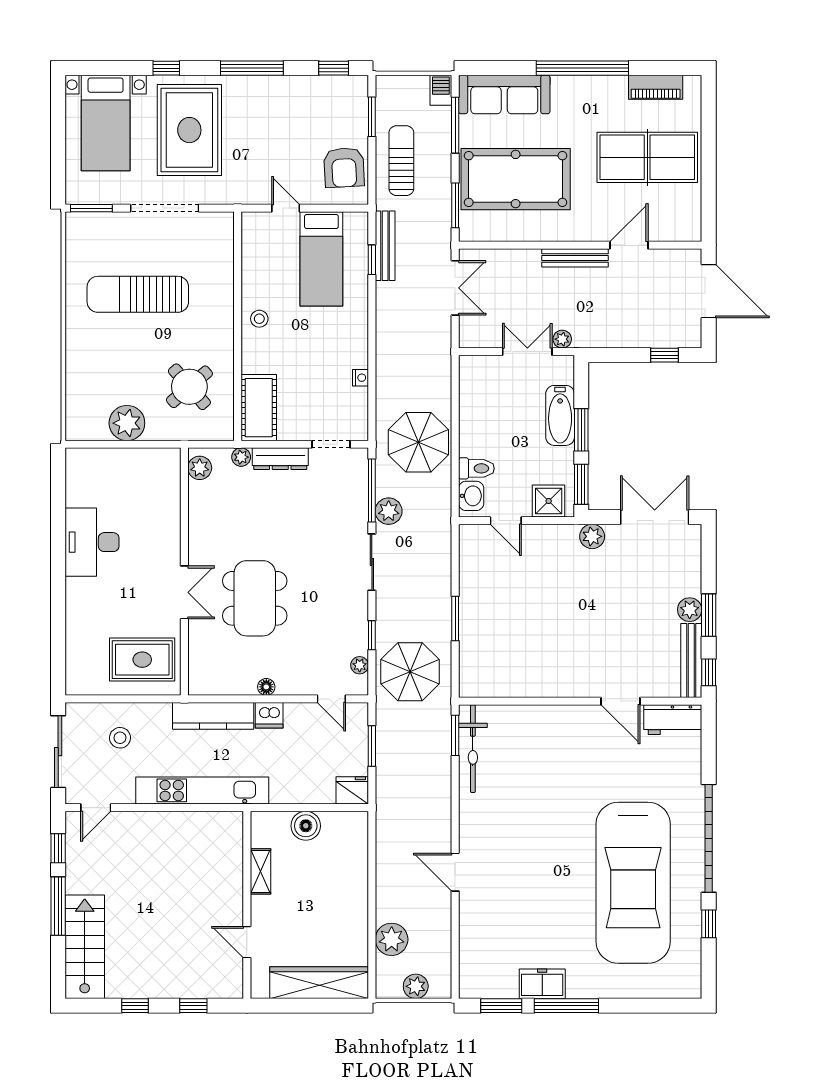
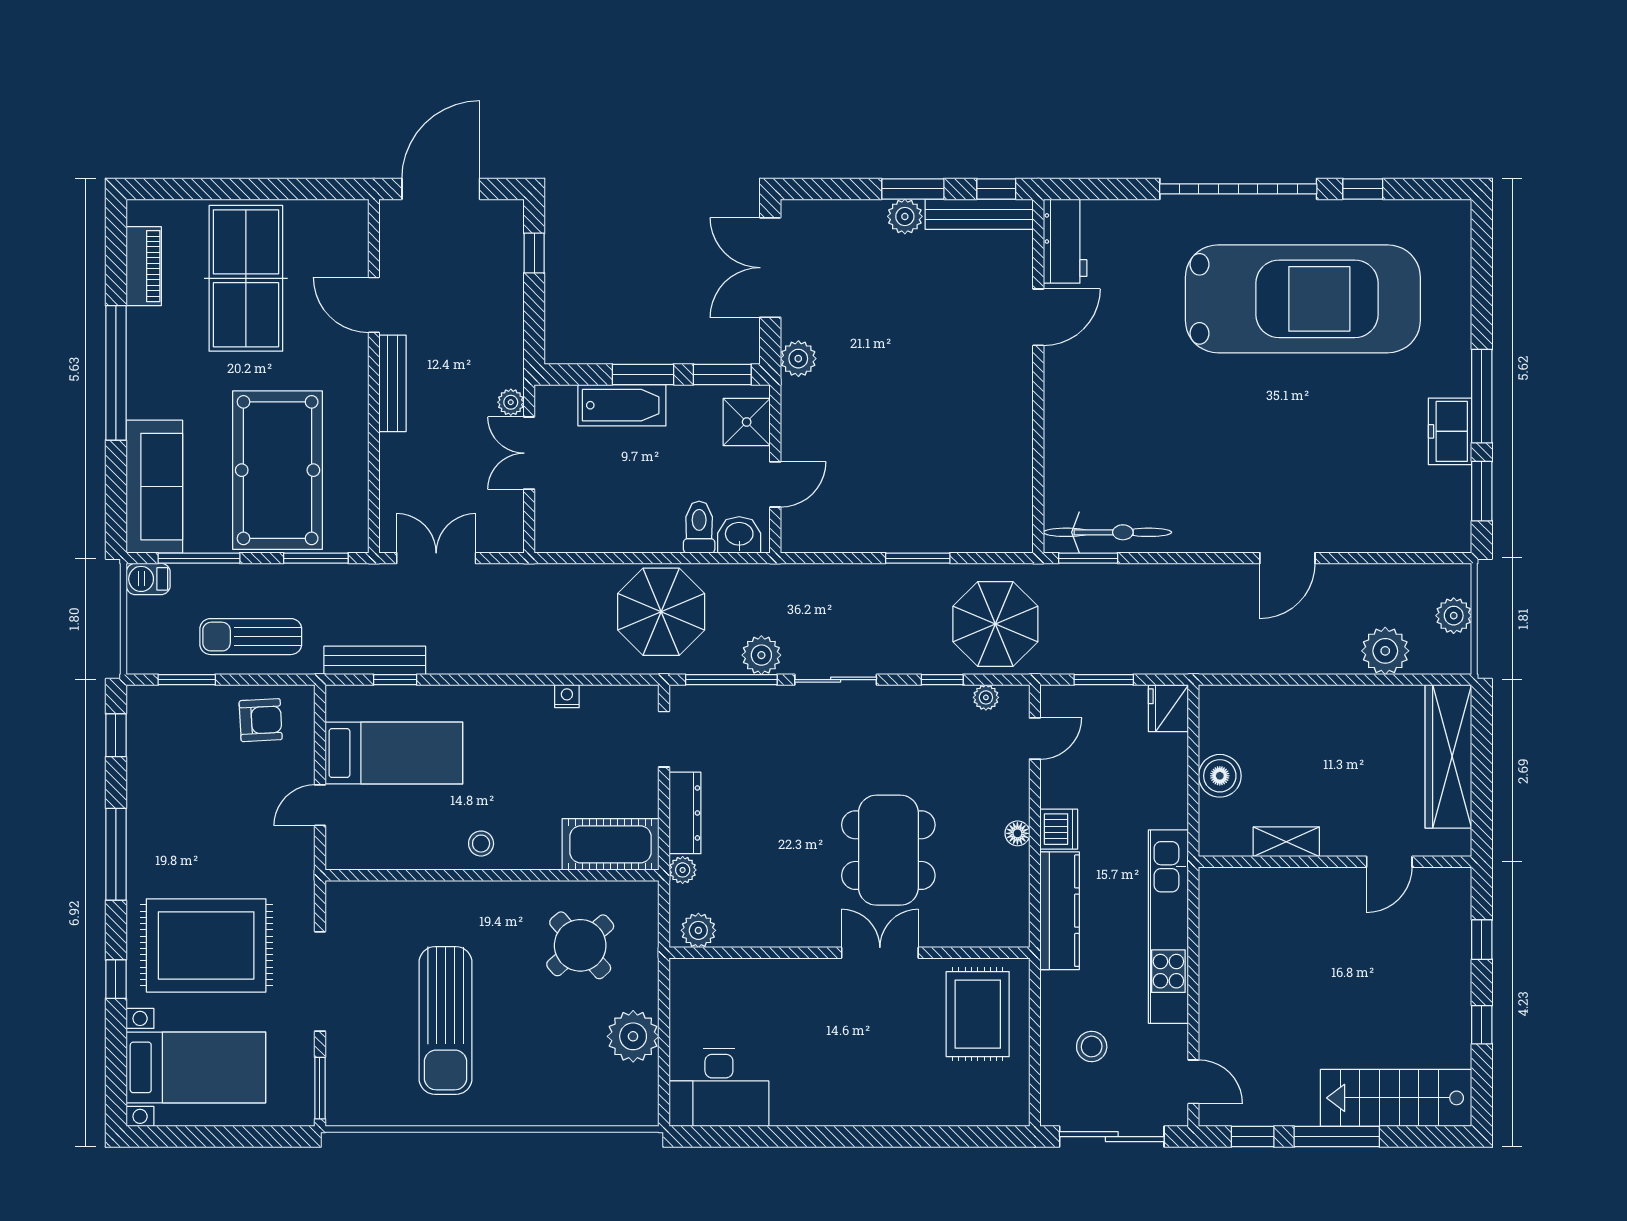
armchair: (344, 167) -> (261, 720), width x0.72, depth x0.72
desk: (92, 542) -> (719, 1087), moved
dining table: (255, 598) -> (888, 850), turned 90

